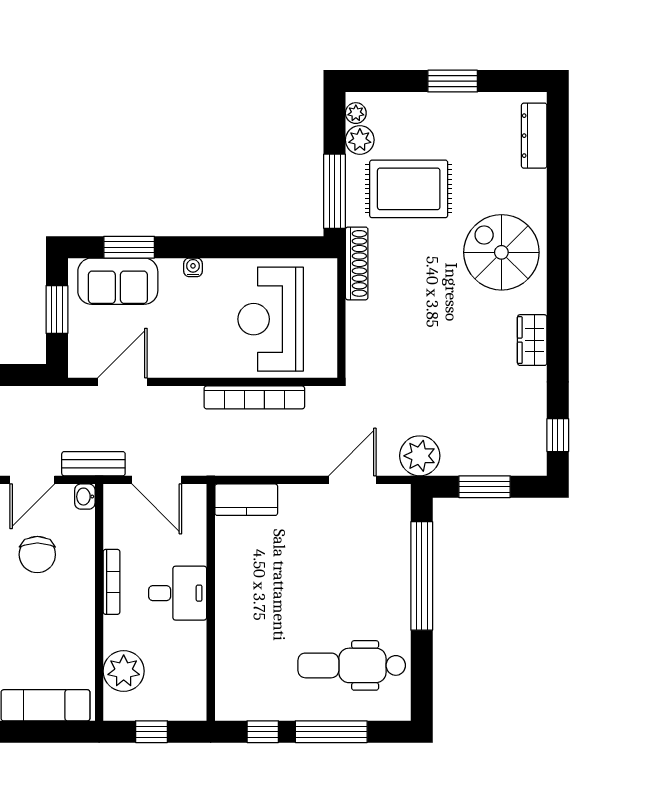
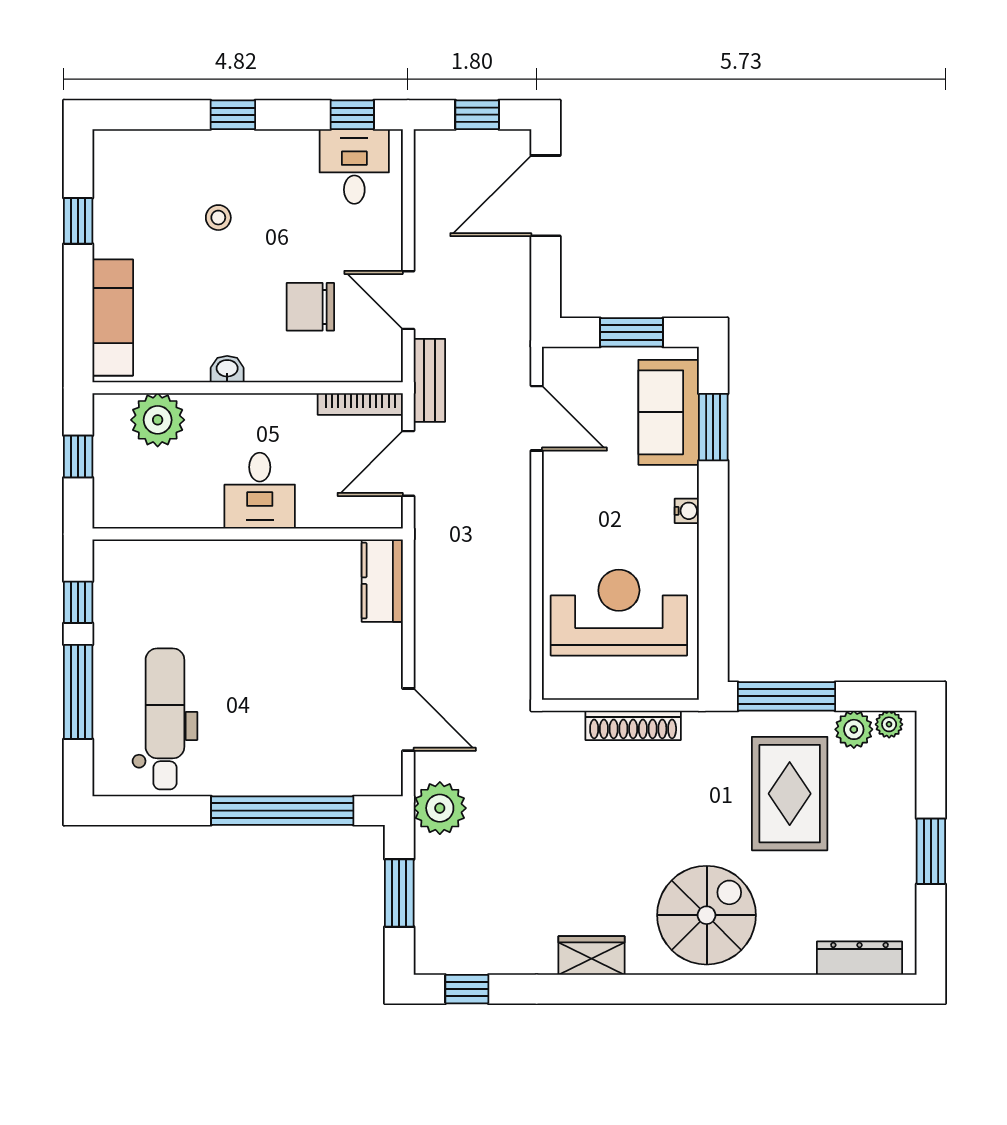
shoe rack: (357, 263) -> (633, 725), moved
bookcase: (254, 397) -> (516, 591), removed
washbasin: (85, 497) -> (227, 369), moved
bookcase: (111, 582) -> (360, 404), moved

